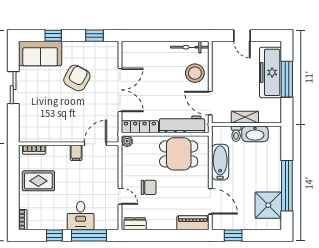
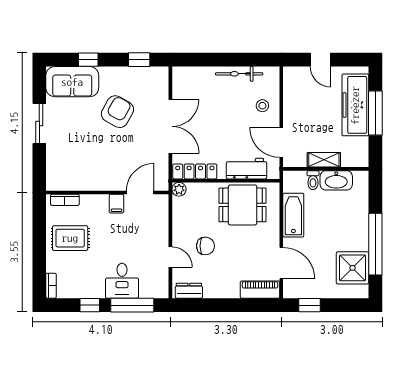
bicycle: (190, 47) -> (239, 74), moved
stool: (195, 73) -> (262, 106), width x0.53, depth x0.53
workbench: (182, 124) -> (247, 169), width x0.73

